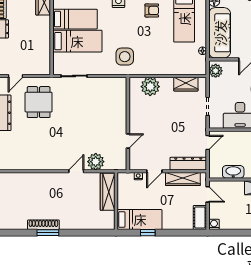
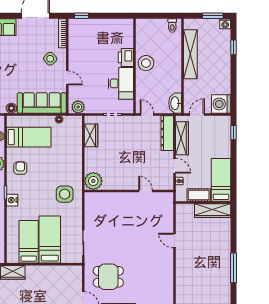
plant: (150, 87) -> (93, 181), moved
plant: (96, 162) -> (165, 222), removed
washbasin: (233, 172) -> (175, 103), moved
wardrobe: (108, 192) -> (213, 211), moved
cot: (200, 217) -> (199, 195), moved
washing machine: (214, 224) -> (221, 104), width x1.89, depth x1.89
shoe rack: (43, 225) -> (226, 272), removed
window: (48, 233) -> (233, 268), width x1.44
window: (148, 233) -> (233, 133), moved

